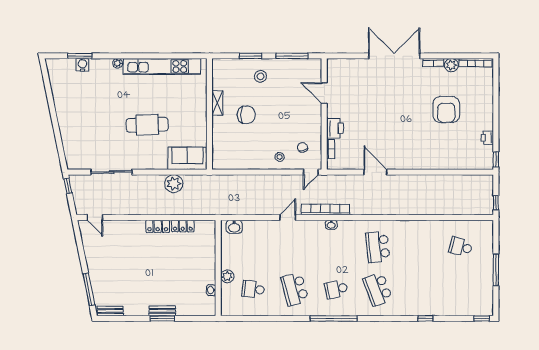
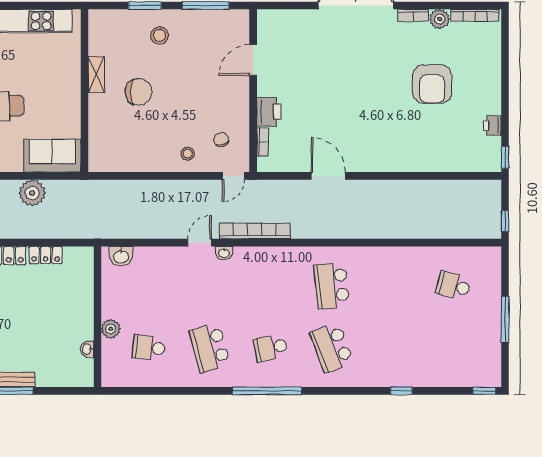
door: (324, 93) -> (253, 60), hinge flipped
washbasin: (331, 225) -> (224, 253), moved

